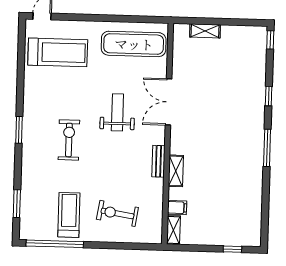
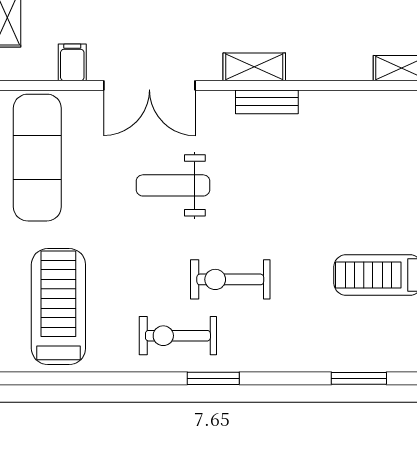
shelving: (176, 171) -> (254, 67), moved
filing cabinet: (177, 208) -> (72, 62), moved
exercise bike: (117, 213) -> (178, 336), moved, turned 81

